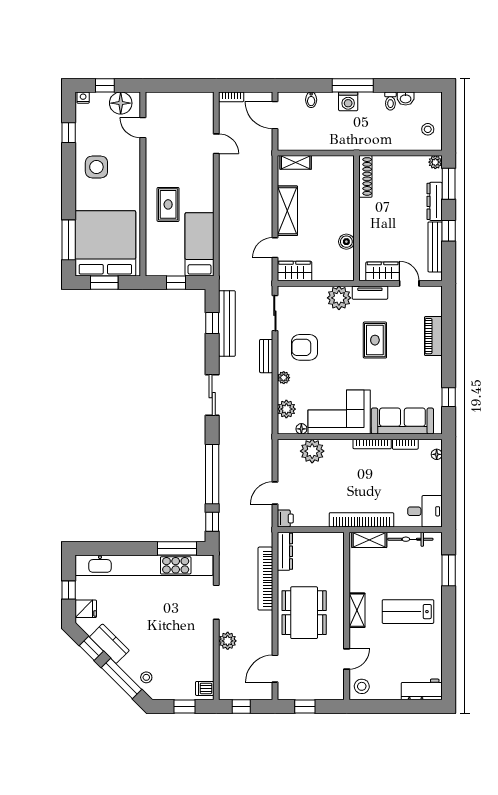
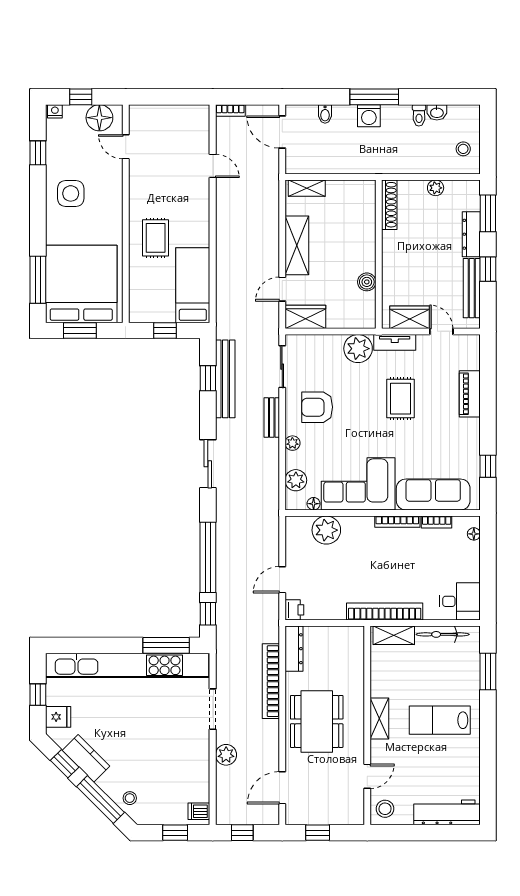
plant: (435, 162) -> (436, 188), moved
workbench: (422, 689) -> (447, 812), width x1.38

